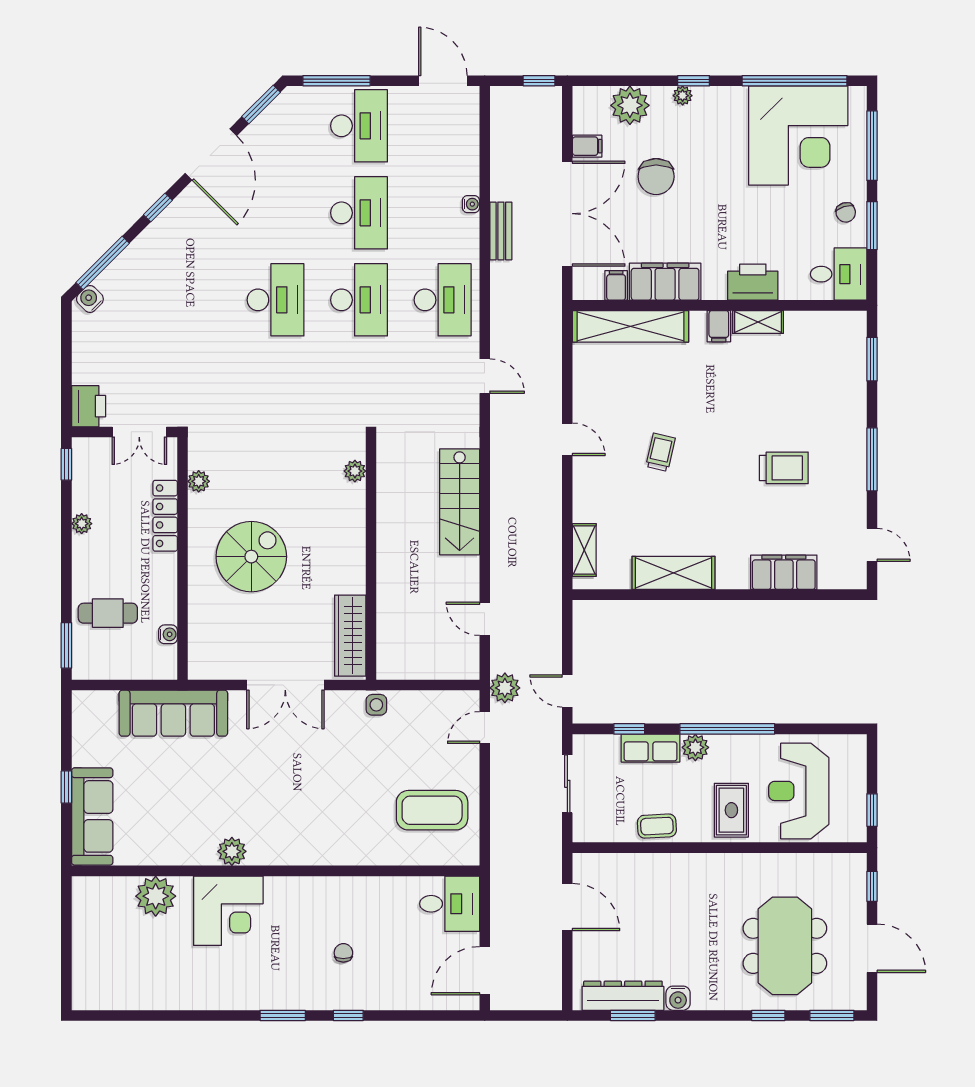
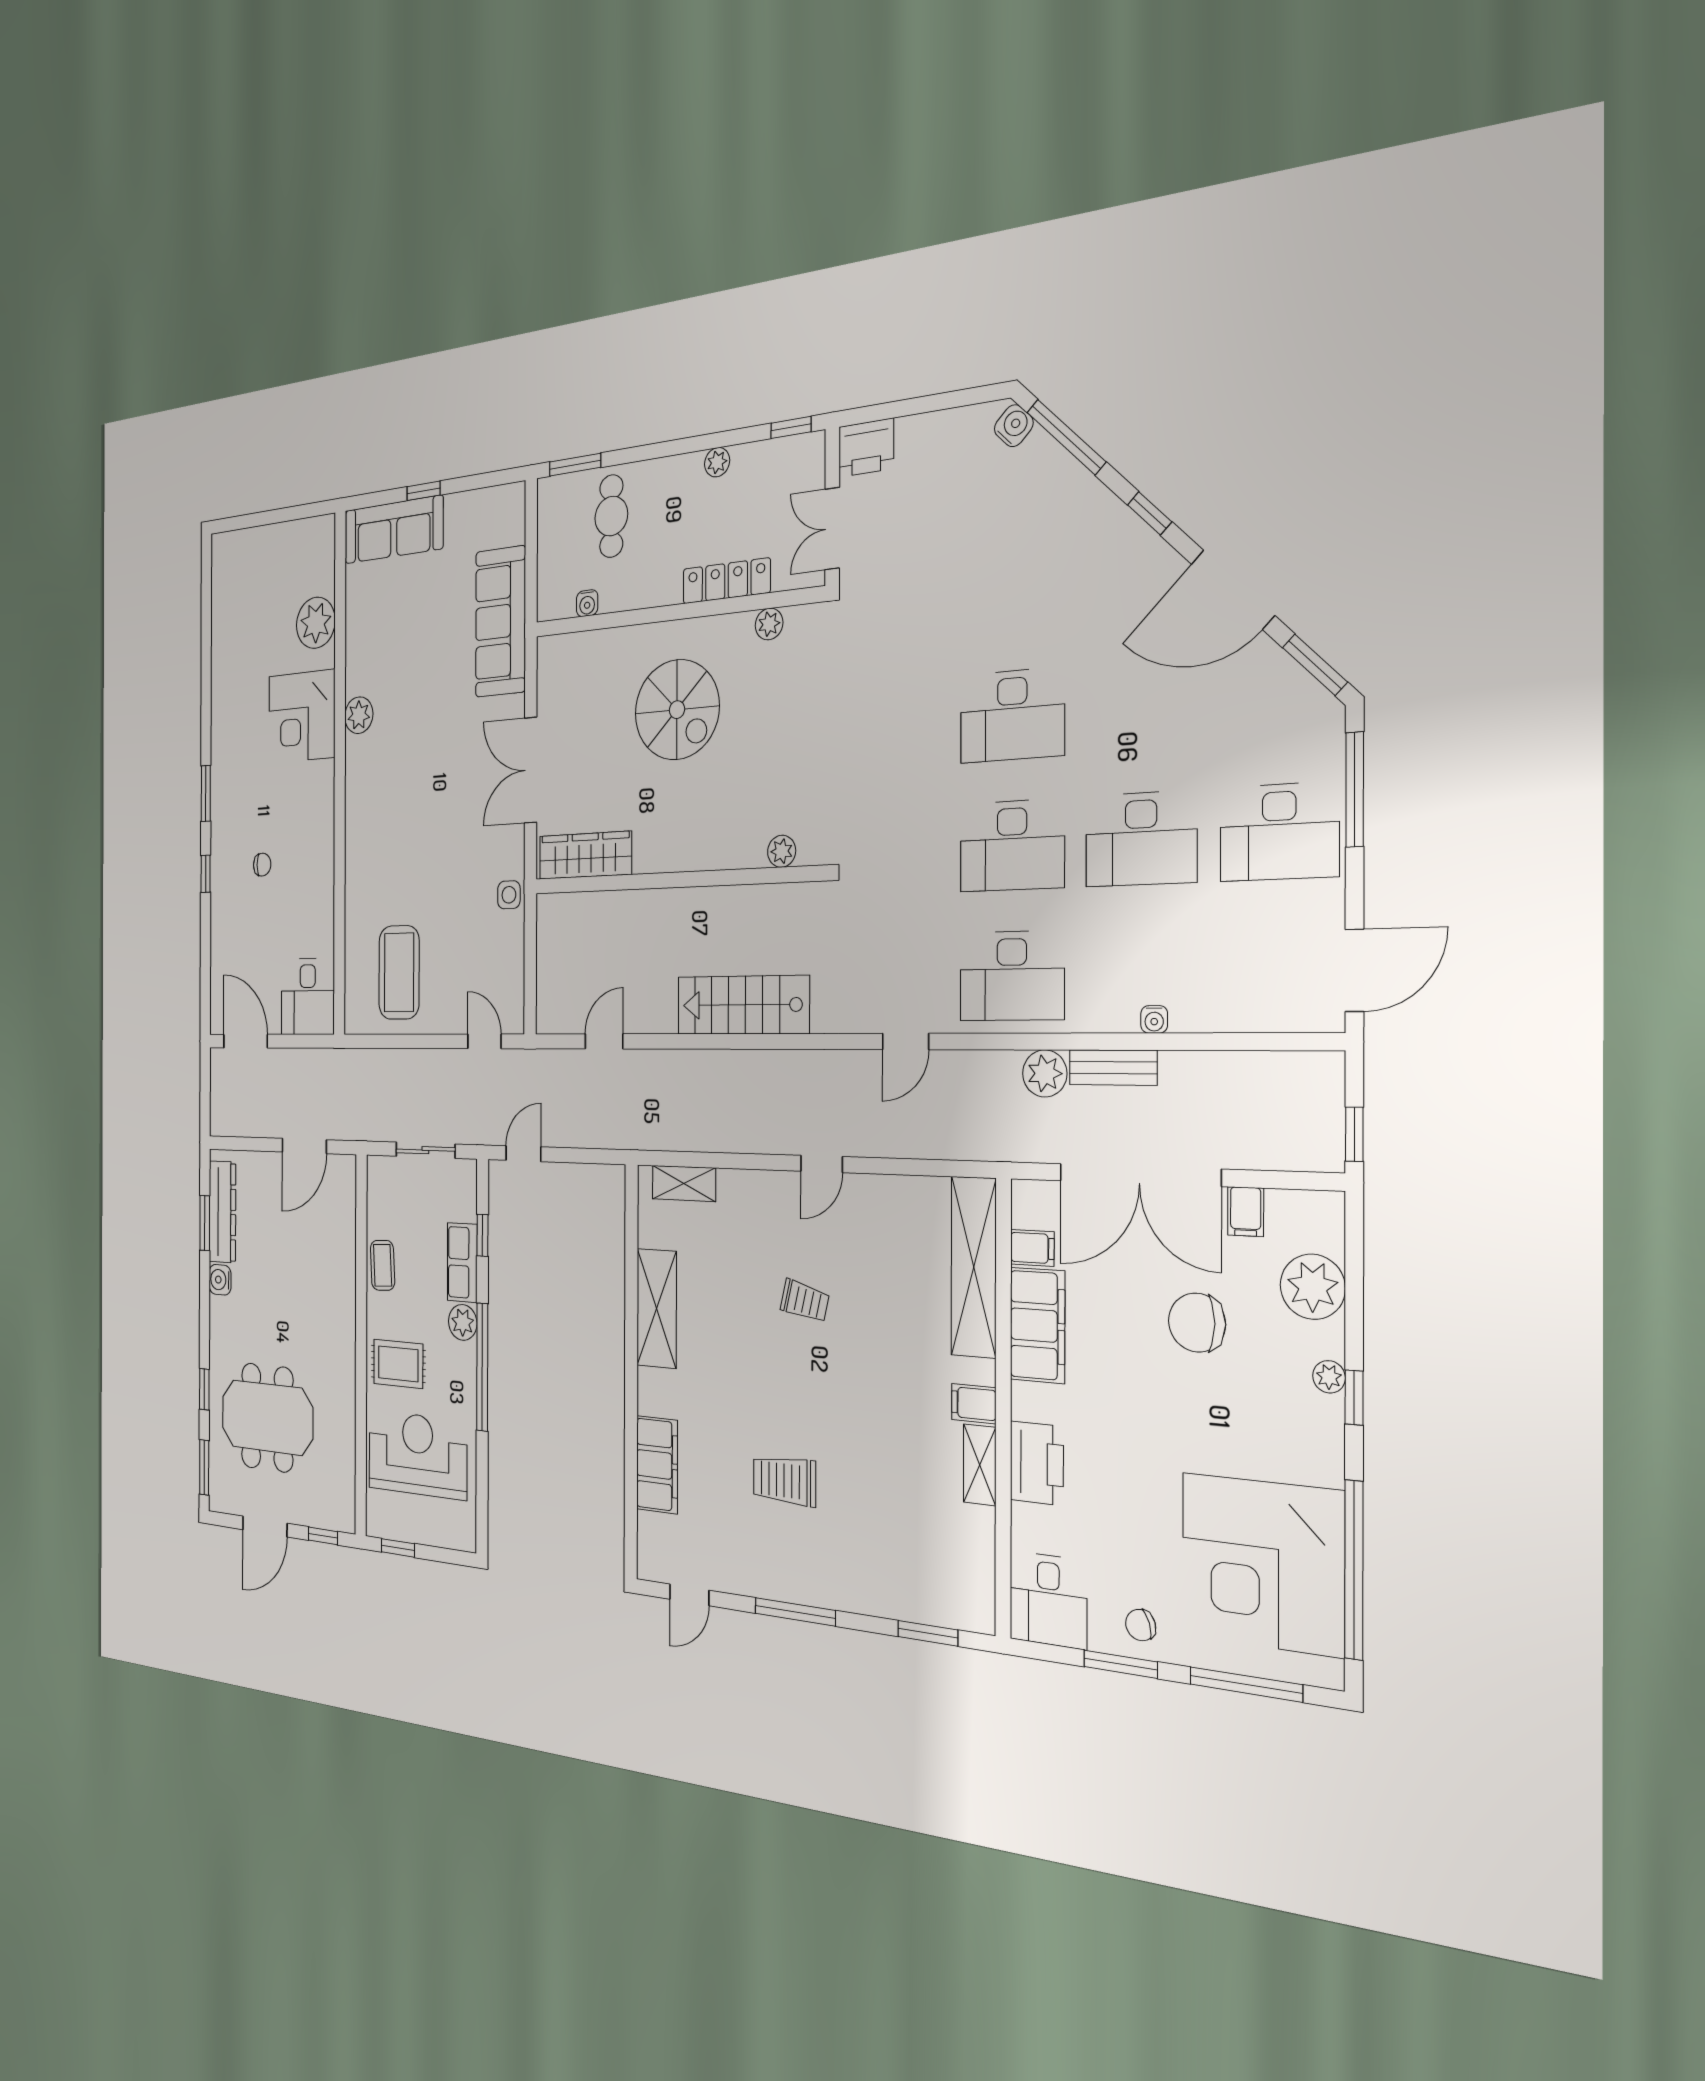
trolley: (784, 468) -> (784, 1480), turned 90
plant: (505, 688) -> (1045, 1073), moved

